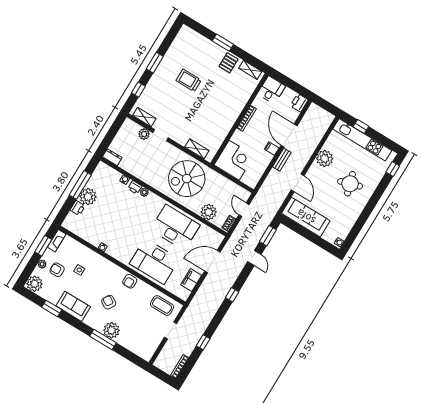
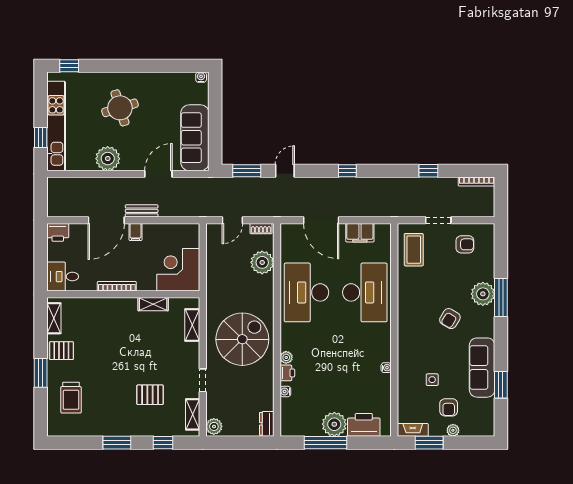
trolley: (189, 80) -> (71, 398), moved
pallet: (171, 99) -> (150, 395), added
shelving: (223, 133) -> (153, 304), added
plant: (144, 134) -> (214, 426), moved
spiral stairs: (187, 179) -> (242, 339), moved, turned -90
printer: (78, 208) -> (364, 425), width x1.87, depth x1.48
armchair: (130, 281) -> (465, 244), moved
plant: (35, 284) -> (483, 425), removed
sofa: (73, 306) -> (482, 368), width x1.36

